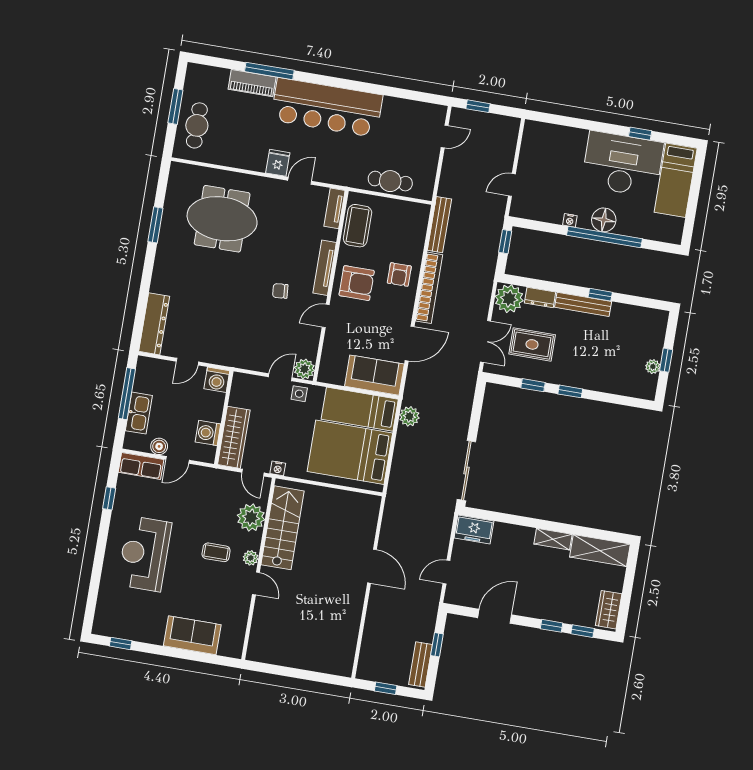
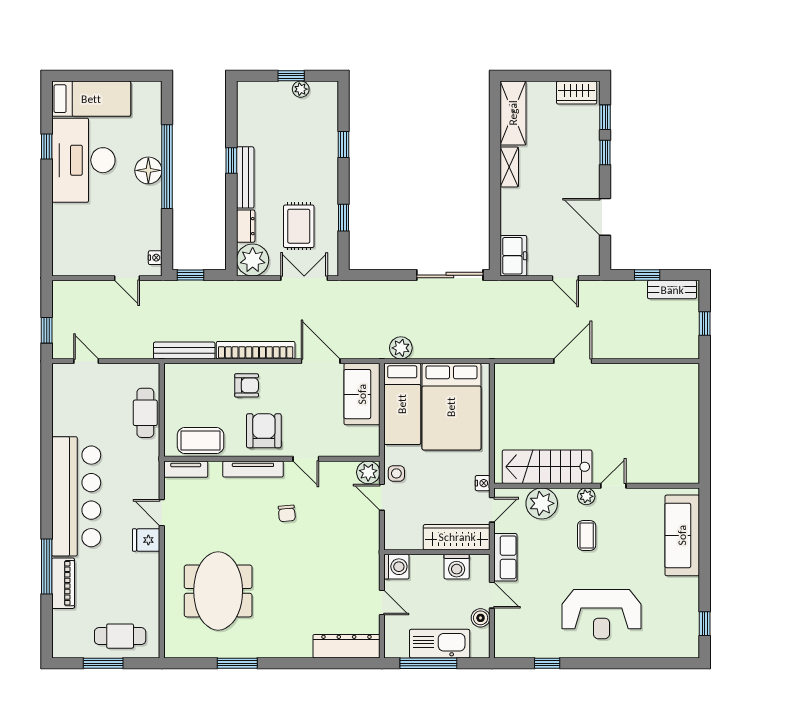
nightstand: (570, 220) -> (155, 258), moved
window: (570, 391) -> (343, 145), moved
kitchen sink: (139, 413) -> (440, 644), width x1.36, depth x1.24
row of seats: (141, 466) -> (505, 557), moved
sofa: (192, 635) -> (682, 535), width x1.36

